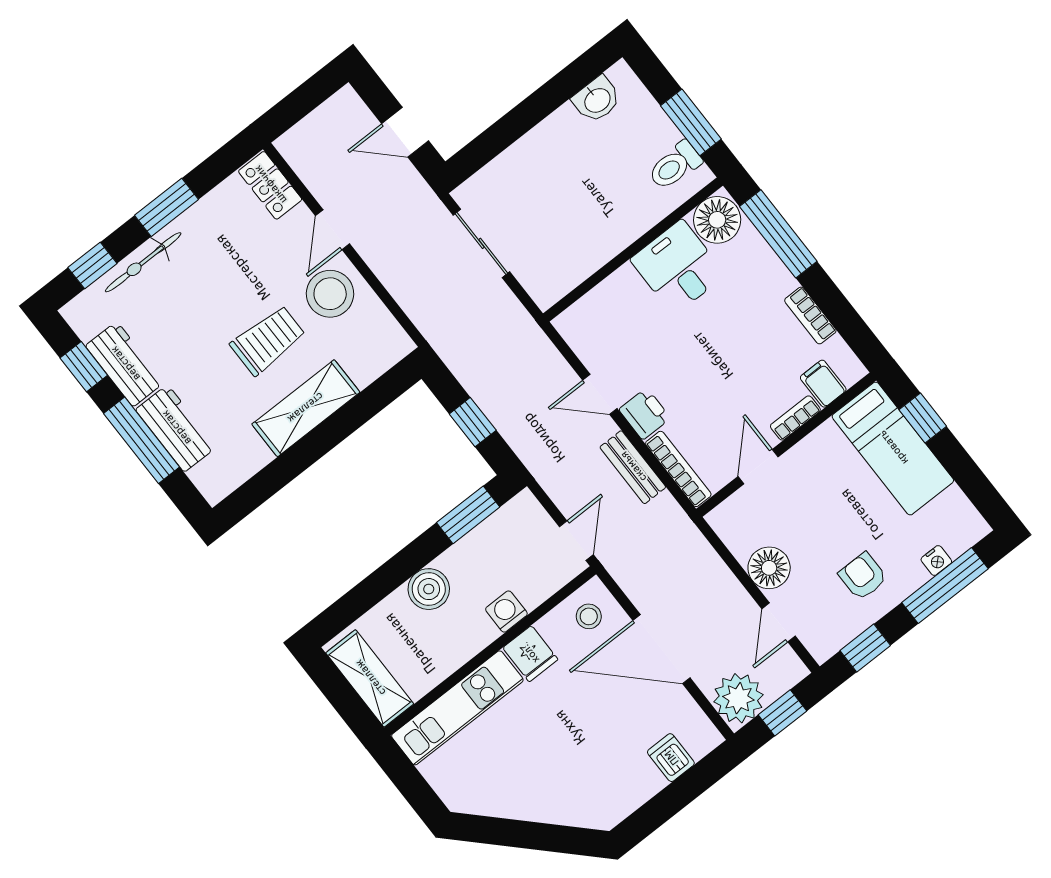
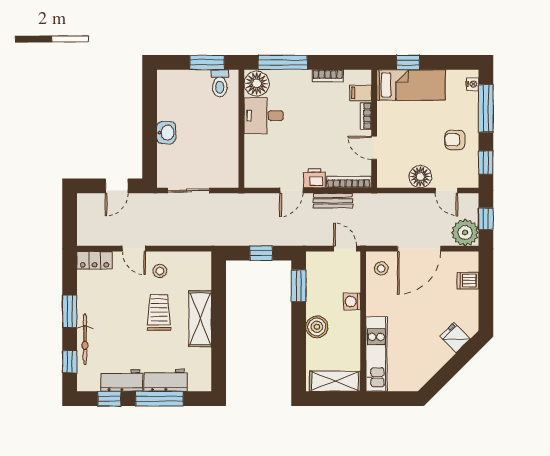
washbasin: (597, 100) -> (166, 133), moved
stool: (330, 294) -> (160, 271), width x0.53, depth x0.53
nightstand: (936, 561) -> (472, 84), moved
fridge: (530, 654) -> (455, 338), moved, turned -135

